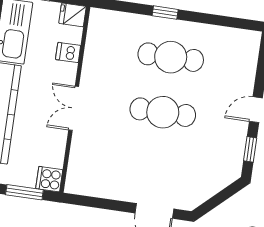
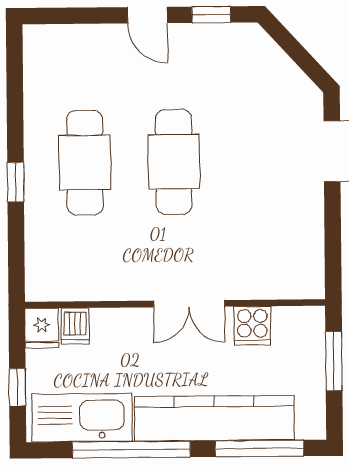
dishwasher: (68, 52) -> (75, 326), moved
cooker: (49, 179) -> (252, 326), moved

